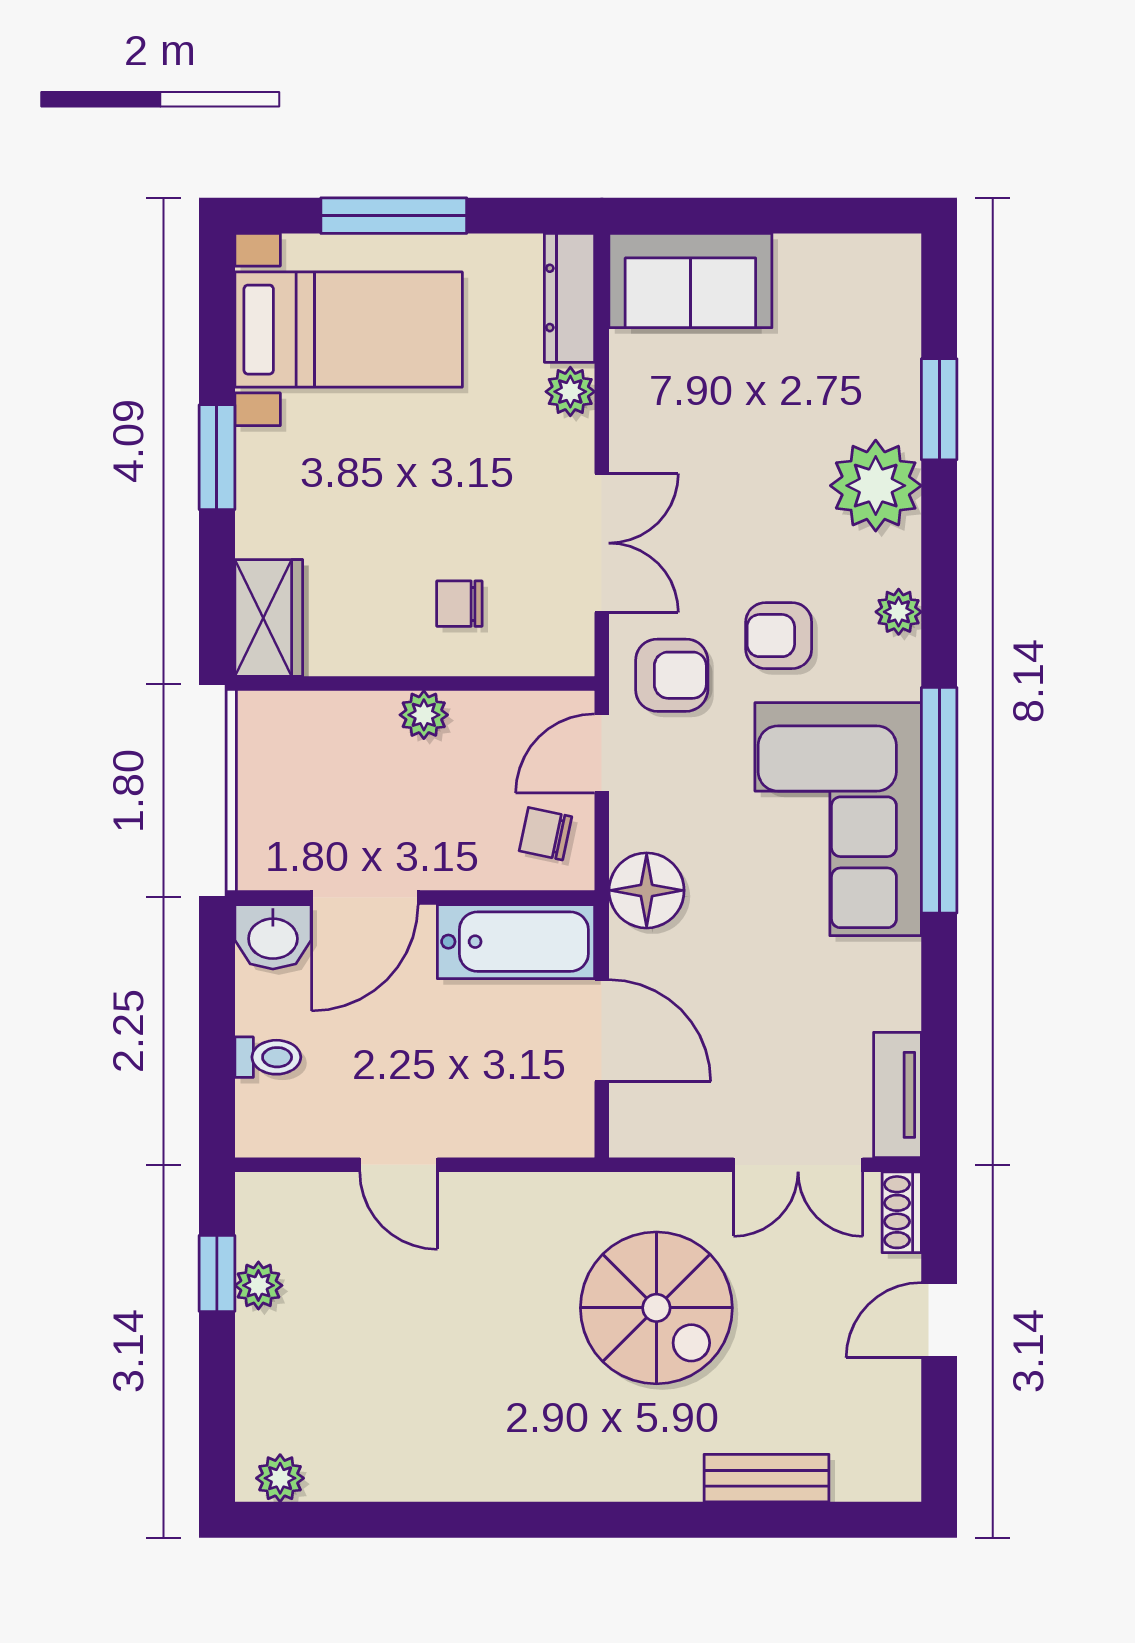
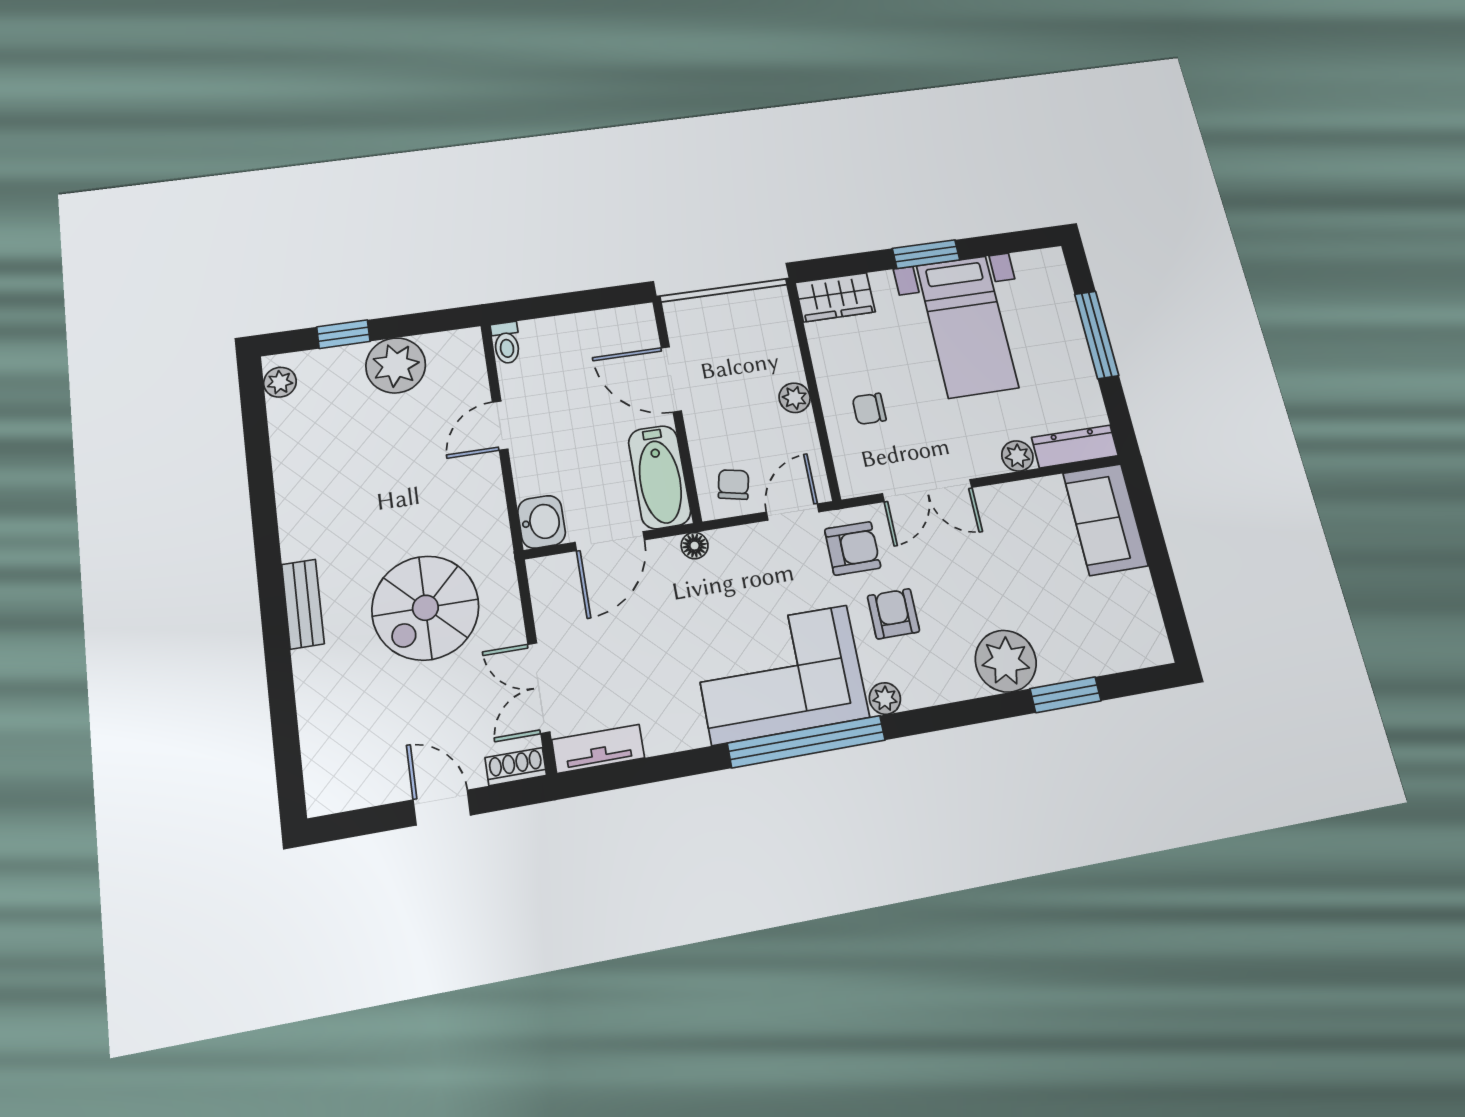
bed with nightstands: (349, 330) -> (967, 326), moved
chair: (459, 604) -> (869, 409), turned -90
plant: (899, 612) -> (885, 699), moved
armchair: (672, 675) -> (853, 548), turned -90
door: (602, 753) -> (793, 512), hinge flipped
floor lamp: (647, 890) -> (695, 546), width x0.53, depth x0.53
washbasin: (273, 937) -> (542, 522), moved, turned 180
toilet: (268, 1057) -> (506, 343), moved
window: (217, 1273) -> (343, 334), moved
plant: (258, 1285) -> (396, 365), width x1.87, depth x1.87
bench: (766, 1478) -> (303, 604), moved

